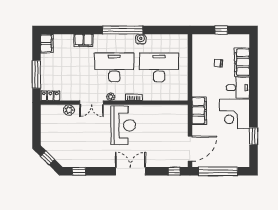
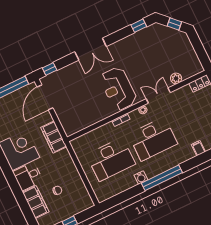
filing cabinet: (83, 40) -> (198, 148), width x0.50

